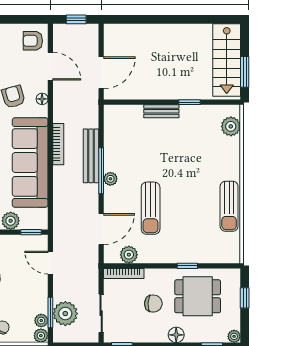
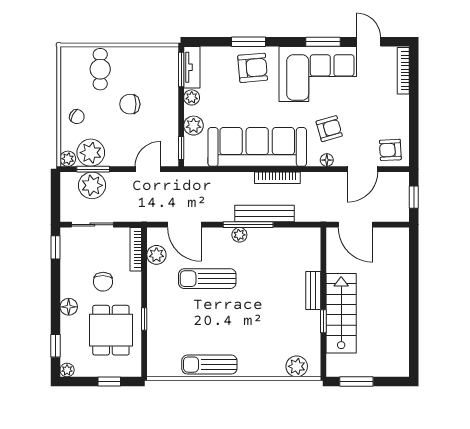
armchair: (33, 41) -> (390, 150), turned -93
stairs: (227, 60) -> (341, 313), moved, turned 90
plant: (41, 321) -> (91, 153), width x1.88, depth x1.88

